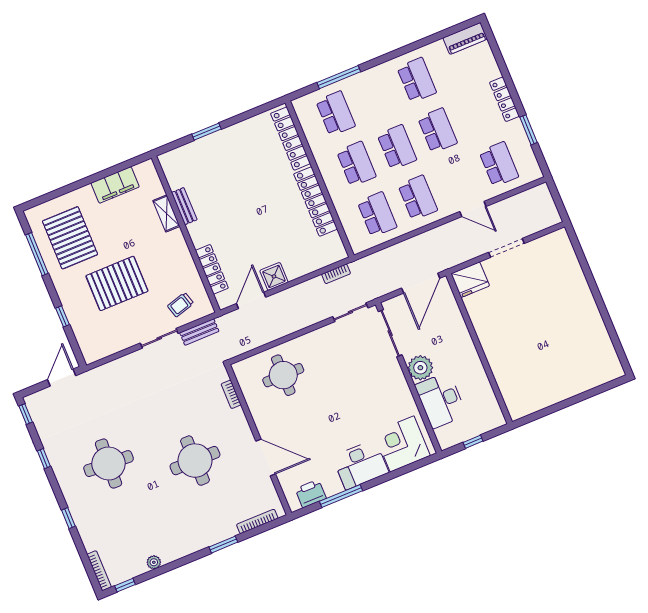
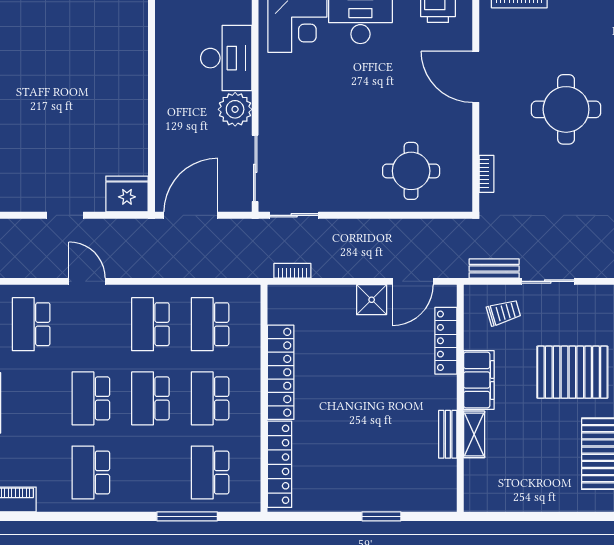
filing cabinet: (115, 185) -> (479, 380), moved, turned 90
doorway: (506, 248) -> (65, 215), width x0.73

